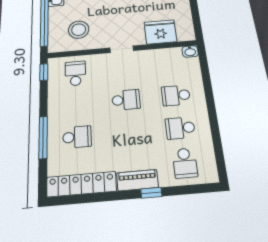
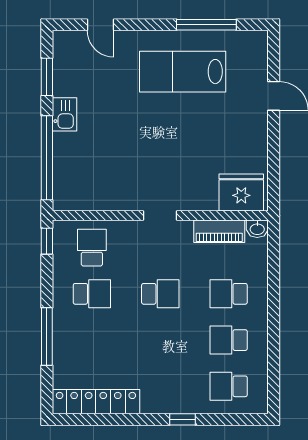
stool: (79, 30) -> (98, 176), removed
fridge: (160, 32) -> (241, 192), moved
school desk: (77, 137) -> (92, 294), moved
school desk: (185, 163) -> (229, 386), turned 90
piano: (137, 180) -> (219, 231), moved, turned 180

